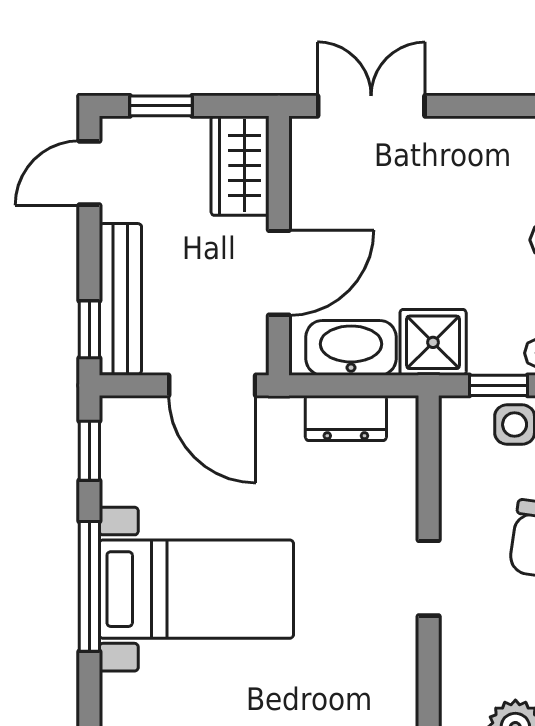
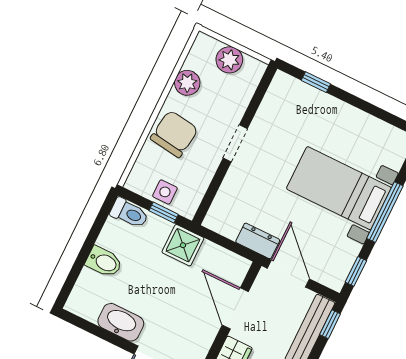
door: (279, 273) -> (235, 308), hinge flipped
washbasin: (351, 348) -> (121, 322), moved, turned 180
dresser: (346, 418) -> (258, 241), moved

